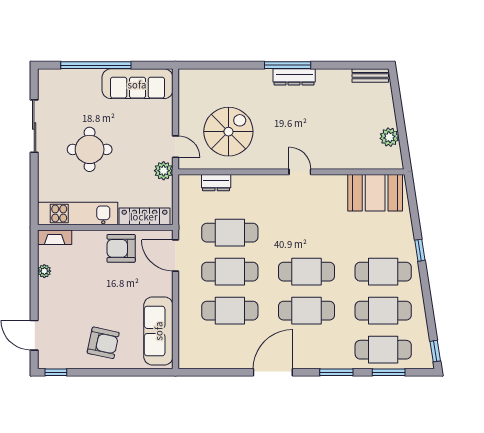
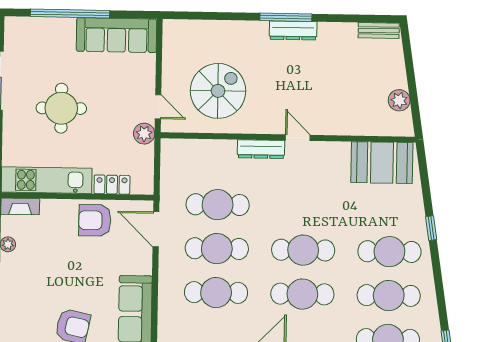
dresser: (216, 183) -> (261, 149), moved, width x1.44
locker: (144, 216) -> (112, 185), width x0.66

